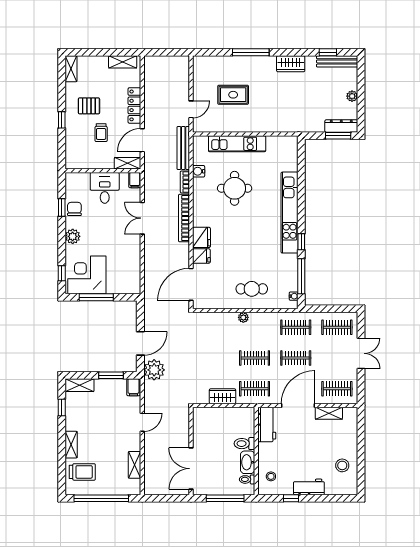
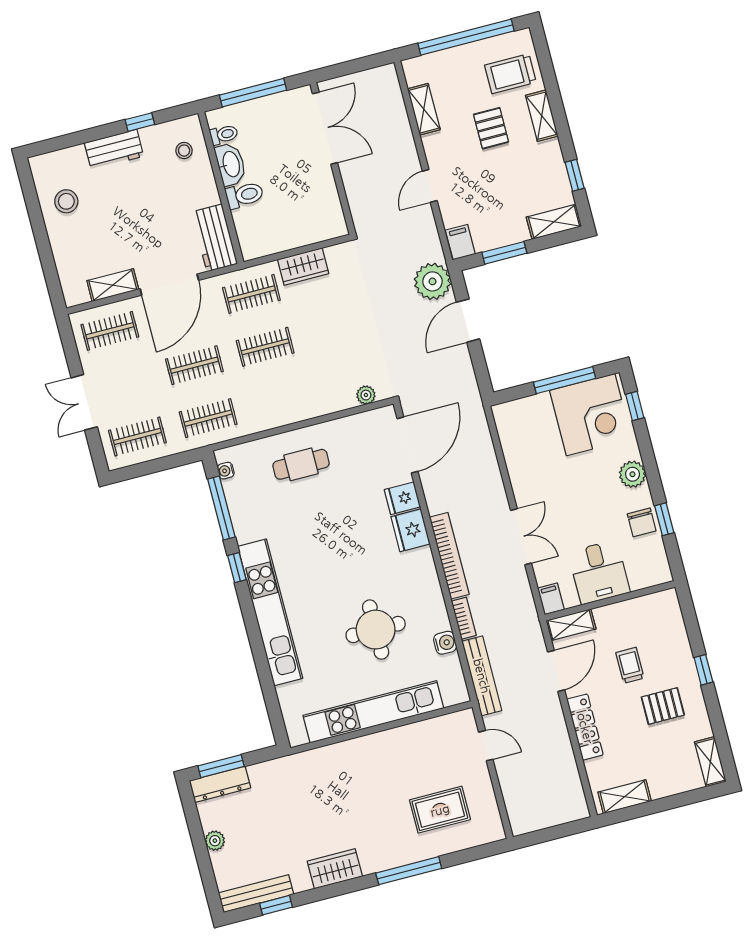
rug: (233, 95) -> (440, 810), moved
door: (191, 109) -> (486, 746), swing flipped
kitchen unit: (237, 144) -> (373, 712), width x1.36
plant: (243, 317) -> (366, 395), moved
pallet: (101, 445) -> (491, 128), added

